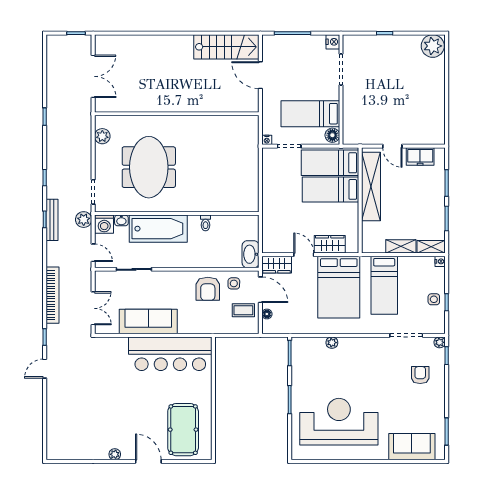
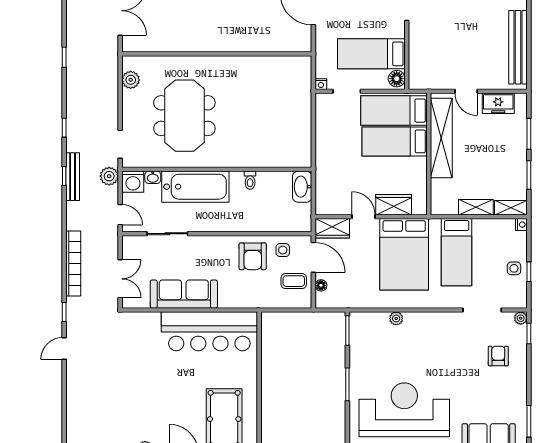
bench: (437, 108) -> (518, 47), added
washbasin: (251, 254) -> (302, 187), moved

